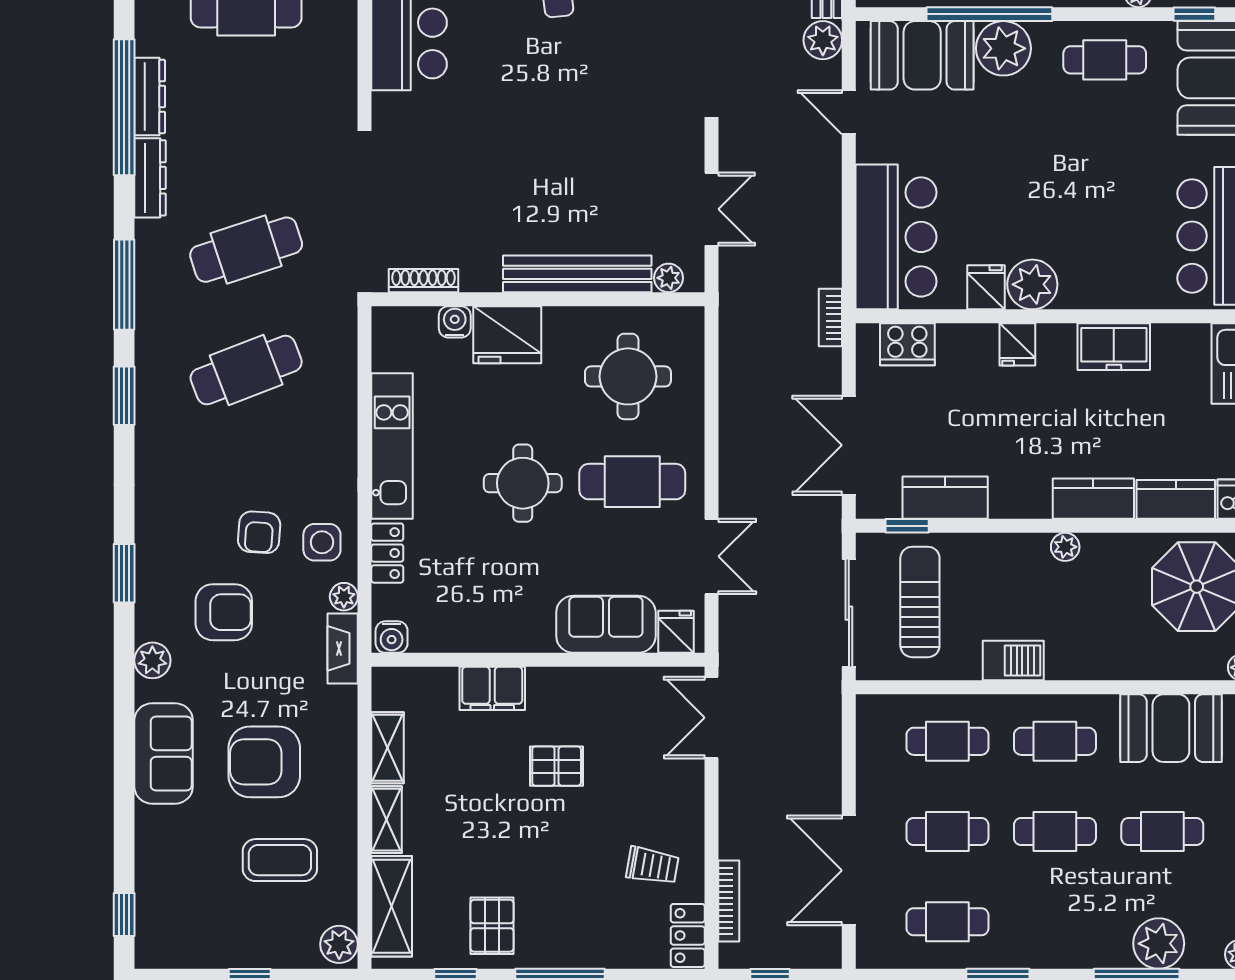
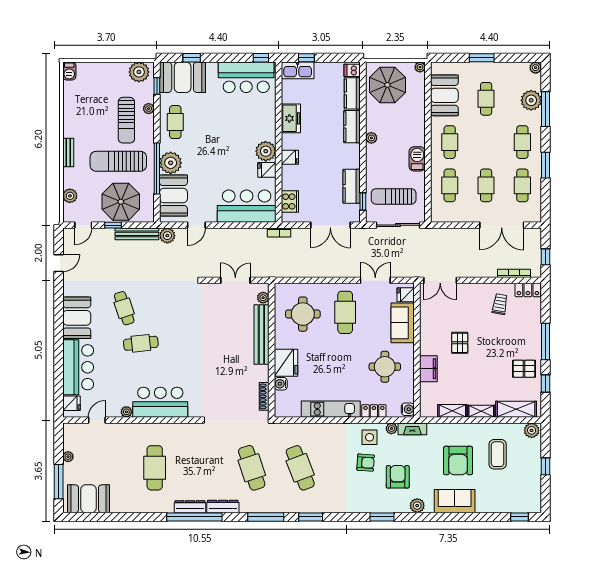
round table: (523, 483) -> (385, 367), moved
cafe table: (1055, 832) -> (522, 142), moved

